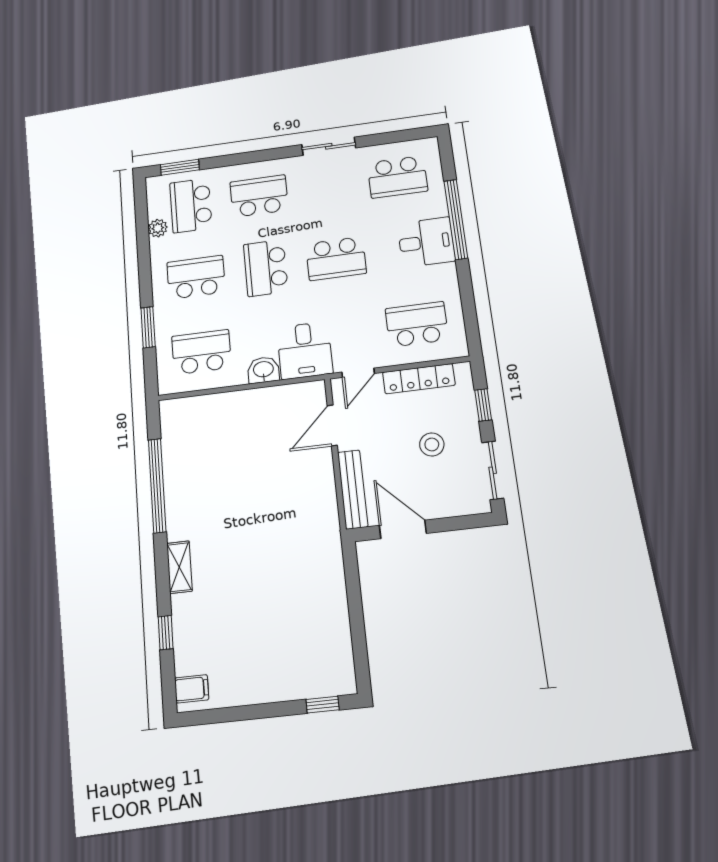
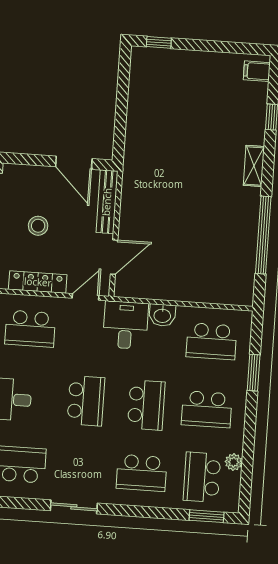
school desk: (191, 205) -> (202, 477), turned 180
school desk: (336, 259) -> (86, 401), turned 90

